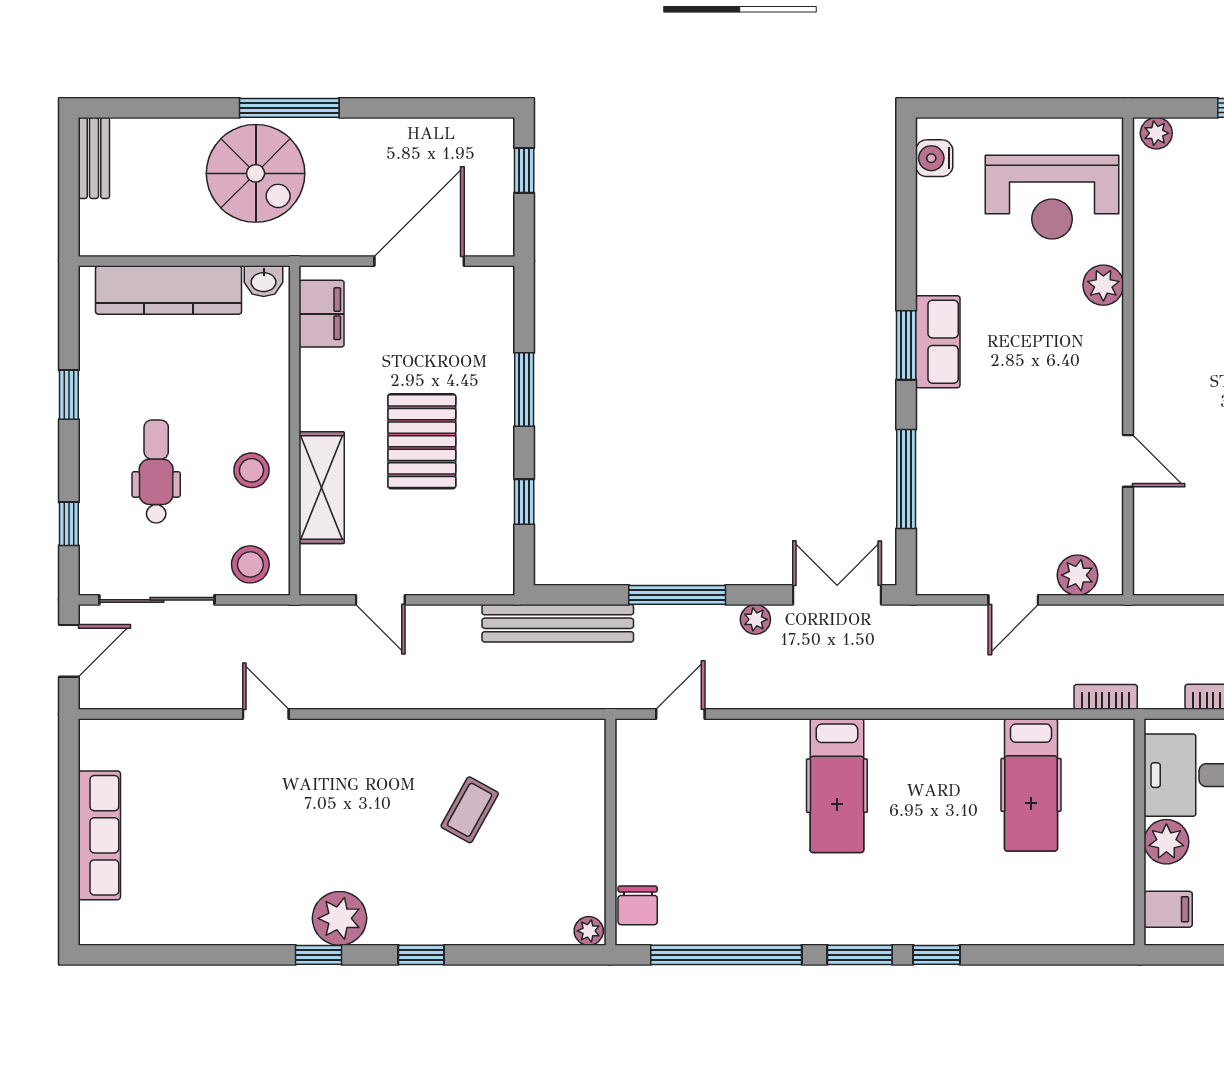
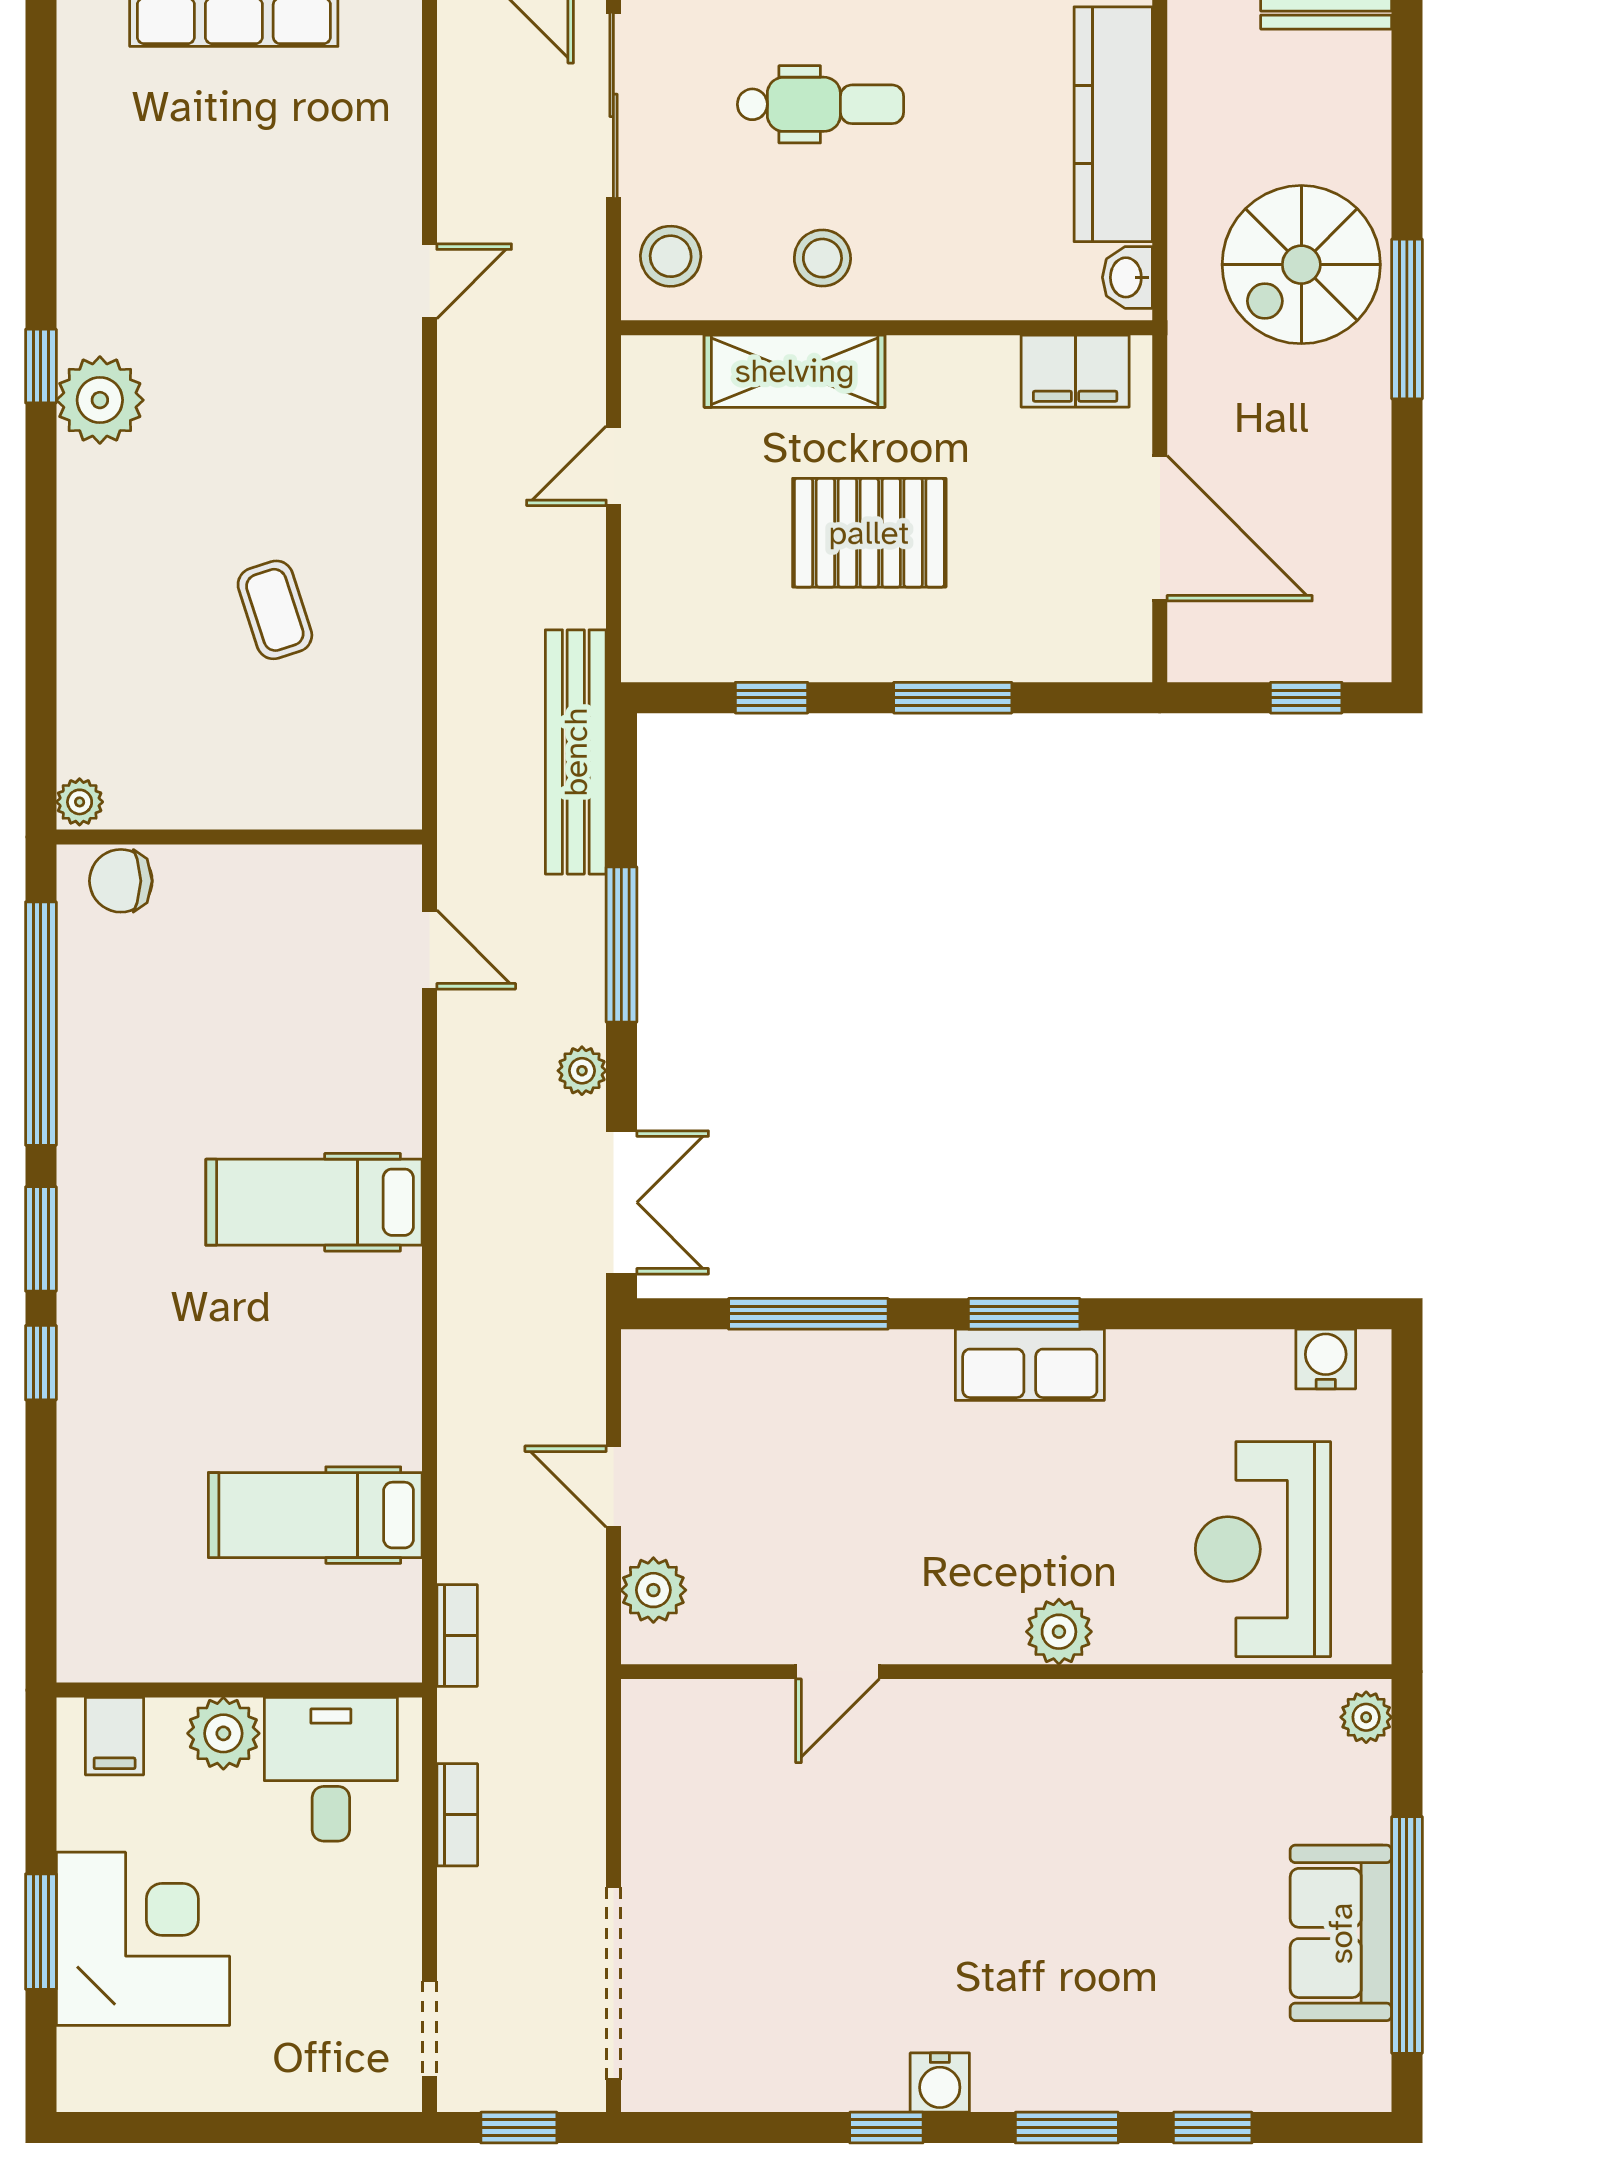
plant: (1103, 285) -> (1059, 1632), moved
coffee table: (470, 810) -> (275, 610), turned 43
window: (421, 955) -> (41, 532), removed

